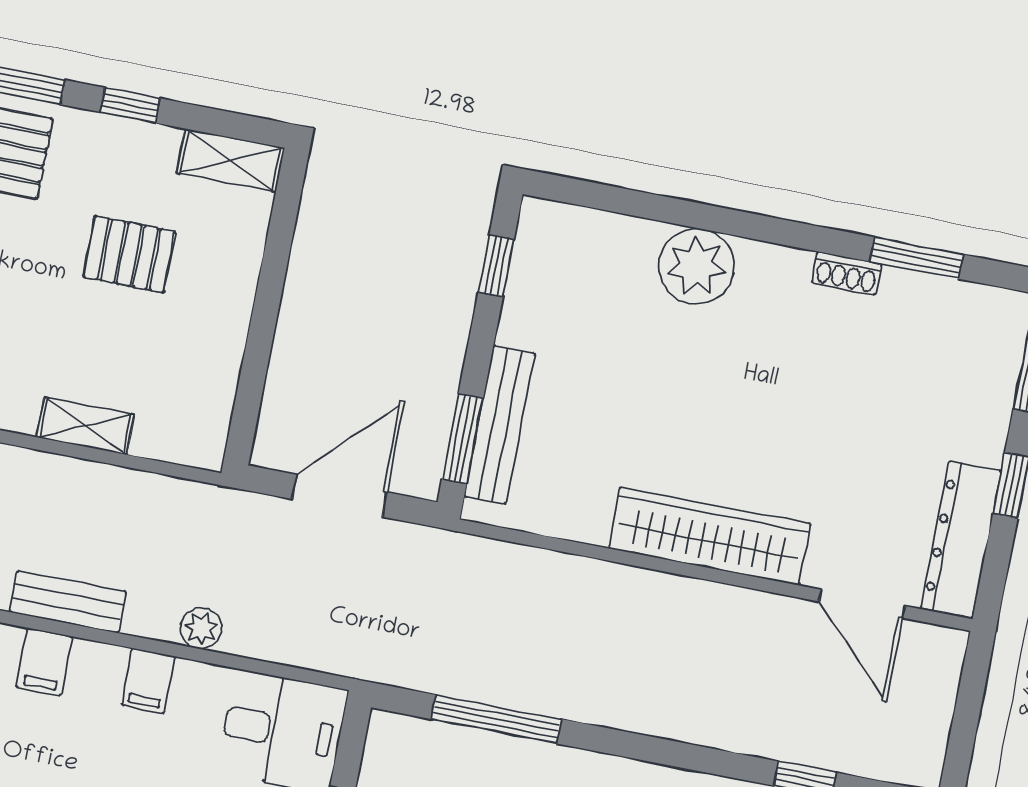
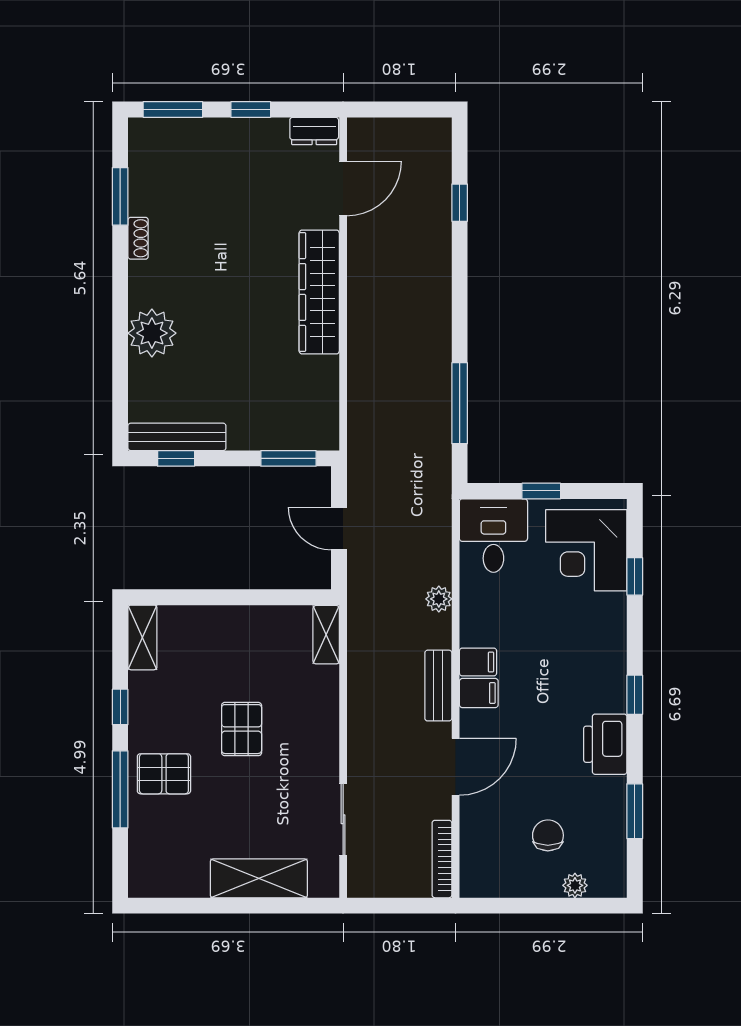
pallet: (129, 254) -> (242, 729), moved
bench: (500, 425) -> (177, 437), moved
shelving: (85, 426) -> (326, 635), moved
door: (339, 496) -> (339, 529), width x0.73
dresser: (961, 539) -> (314, 131), width x0.51, depth x0.80
filing cabinet: (148, 681) -> (478, 662), moved

